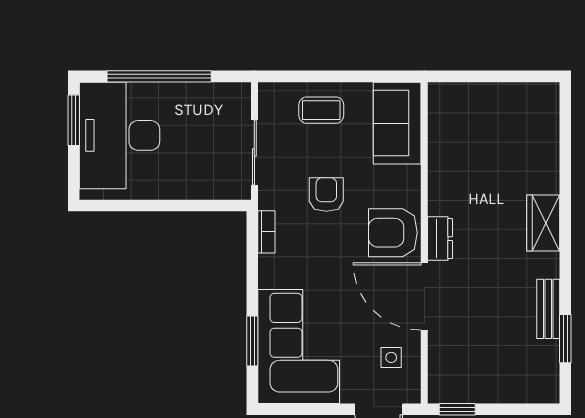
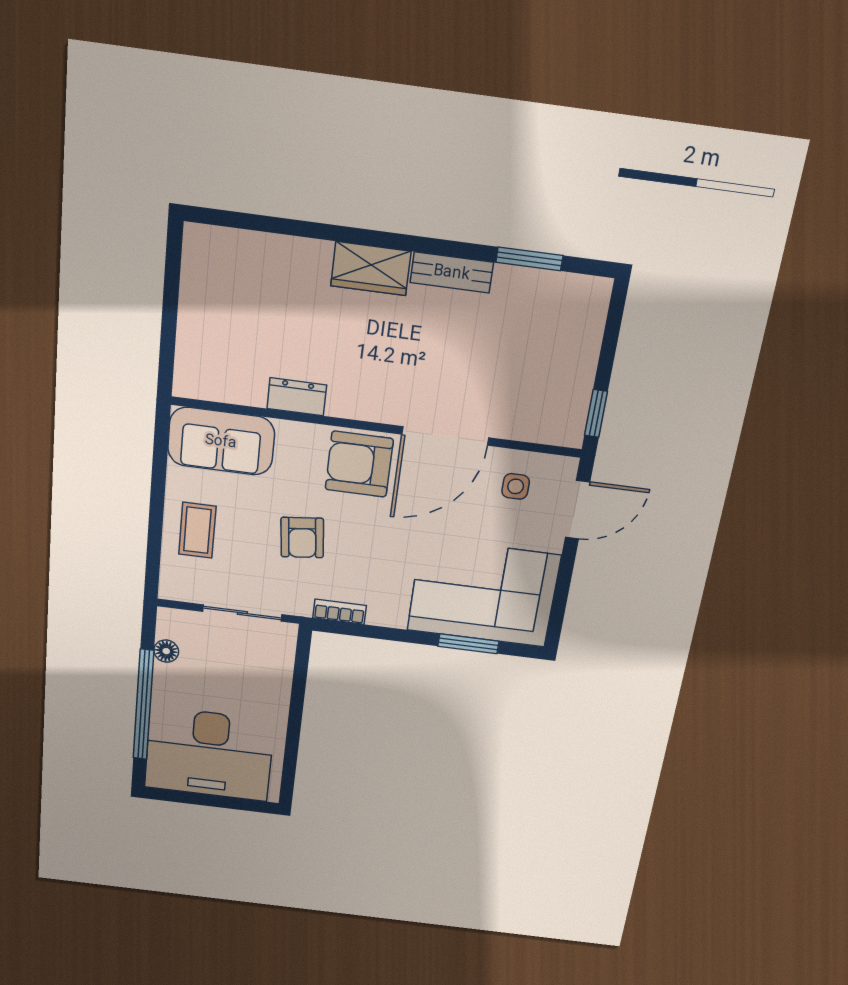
floor lamp: (212, 92) -> (166, 651), added
window: (74, 120) -> (188, 798), removed
armchair: (326, 195) -> (302, 538), turned -96
armchair: (393, 233) -> (359, 464), turned 90
dresser: (440, 239) -> (297, 397), moved
bench: (548, 309) -> (452, 272), moved

